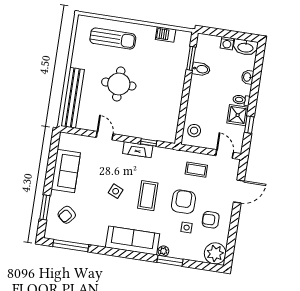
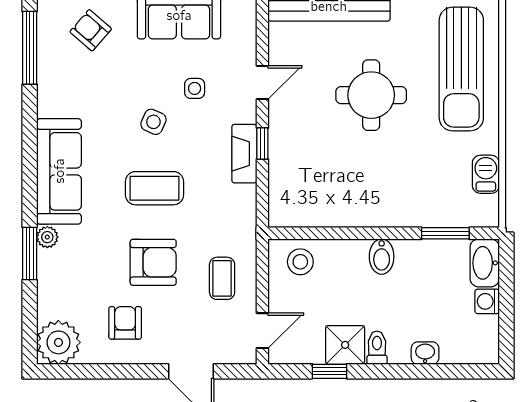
sun lounger: (113, 39) -> (461, 69), width x1.36, depth x1.34
washbasin: (245, 47) -> (485, 263), moved
bidet: (201, 69) -> (382, 257), moved
window: (149, 142) -> (262, 143), moved
side table: (187, 228) -> (195, 88), moved

